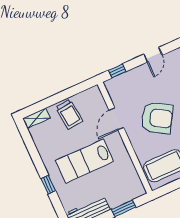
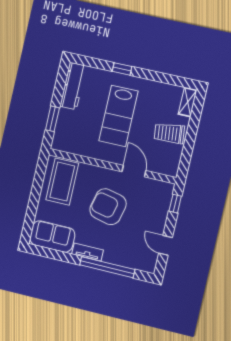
armchair: (157, 118) -> (108, 207), turned 72
lab bench: (85, 161) -> (118, 116), turned 180

